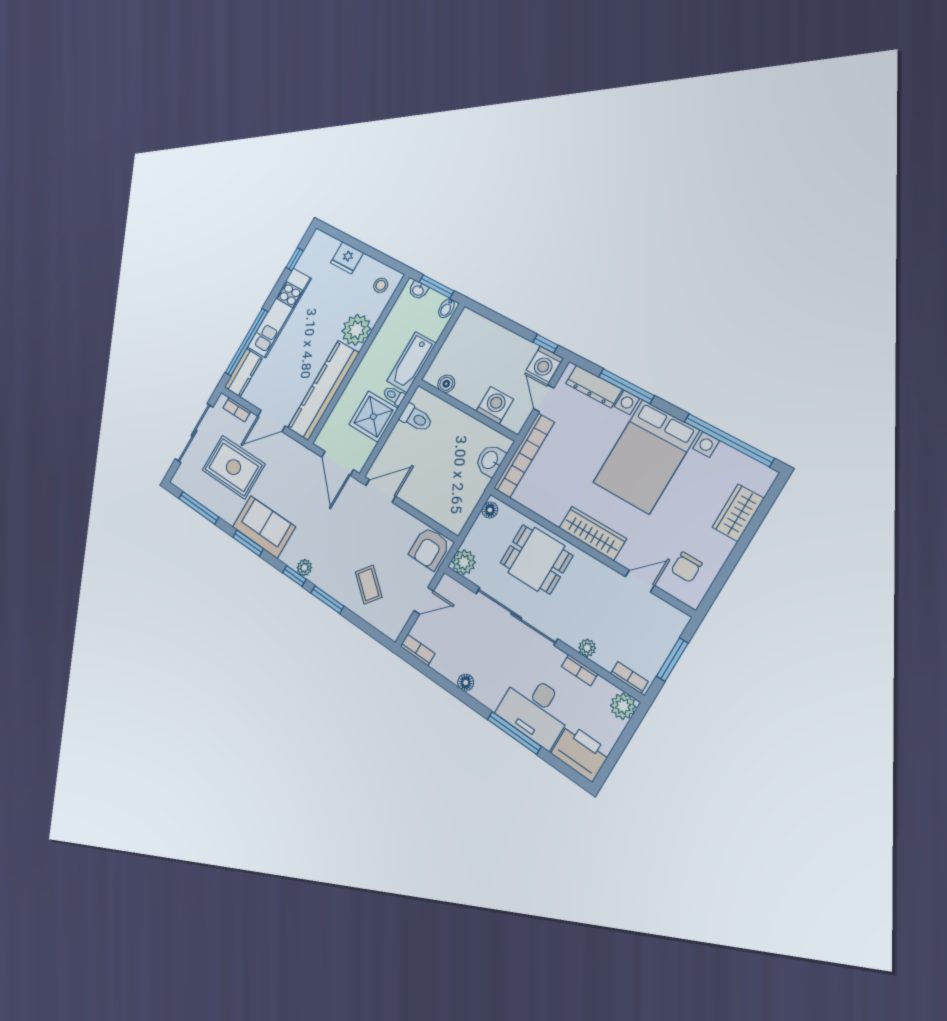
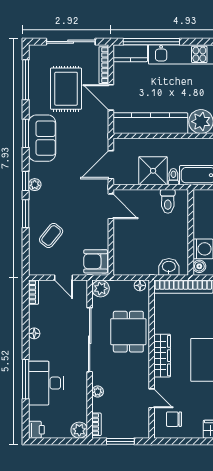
boiler: (446, 384) -> (199, 266), moved
bookcase: (237, 410) -> (104, 65), width x1.56
bookcase: (580, 670) -> (83, 395), removed
printer: (581, 752) -> (36, 430), width x0.53, depth x0.68

